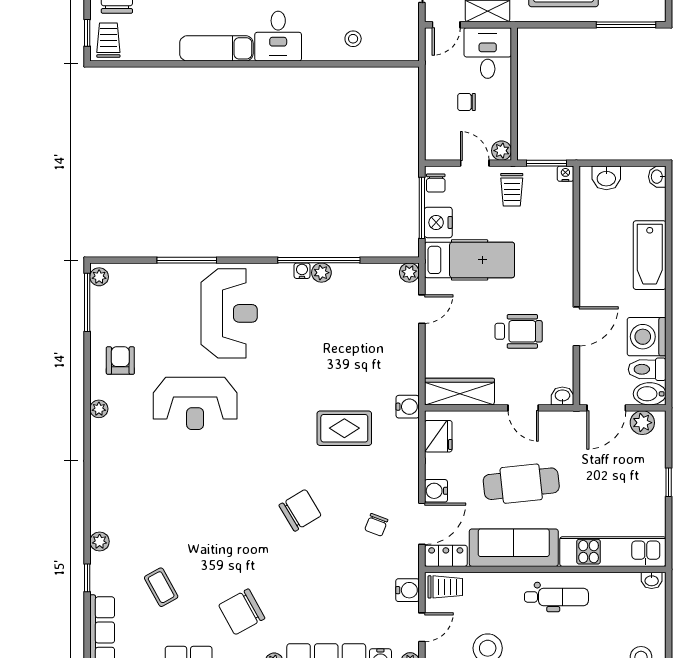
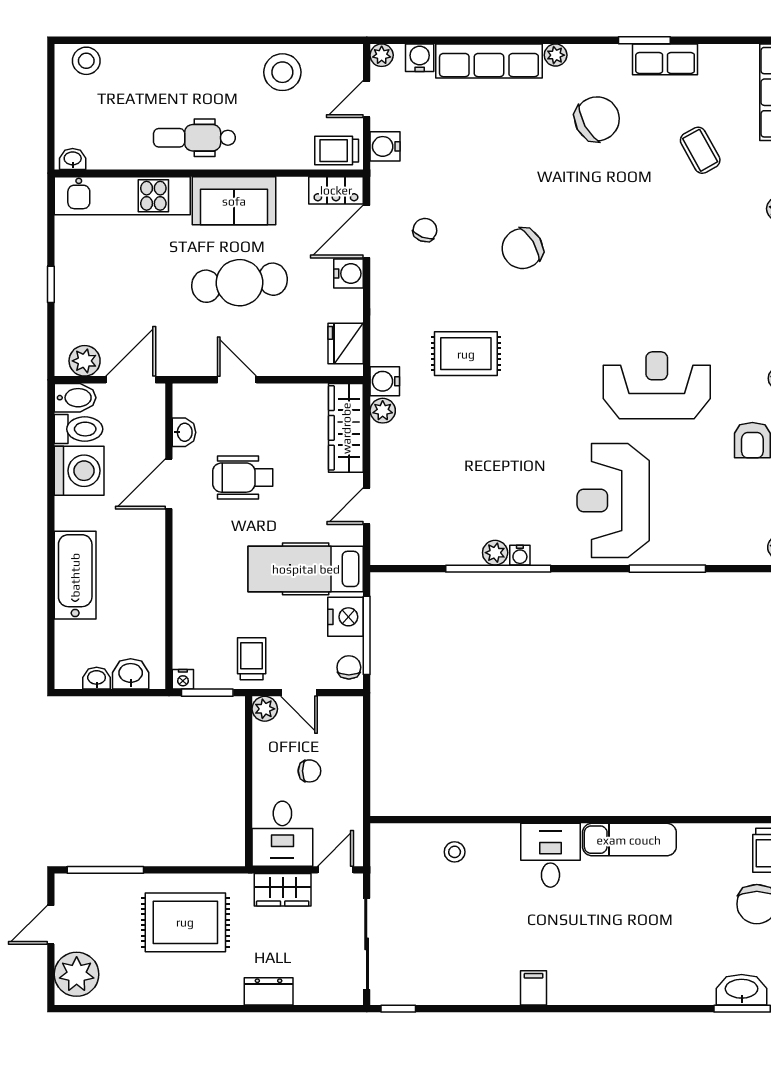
washbasin: (657, 177) -> (97, 678), moved, turned -90
plant: (409, 273) -> (383, 411), moved
wardrobe: (459, 392) -> (346, 428), moved, turned 90
washbasin: (562, 396) -> (184, 432), moved, turned -90
sofa: (514, 548) -> (234, 201), width x0.73

